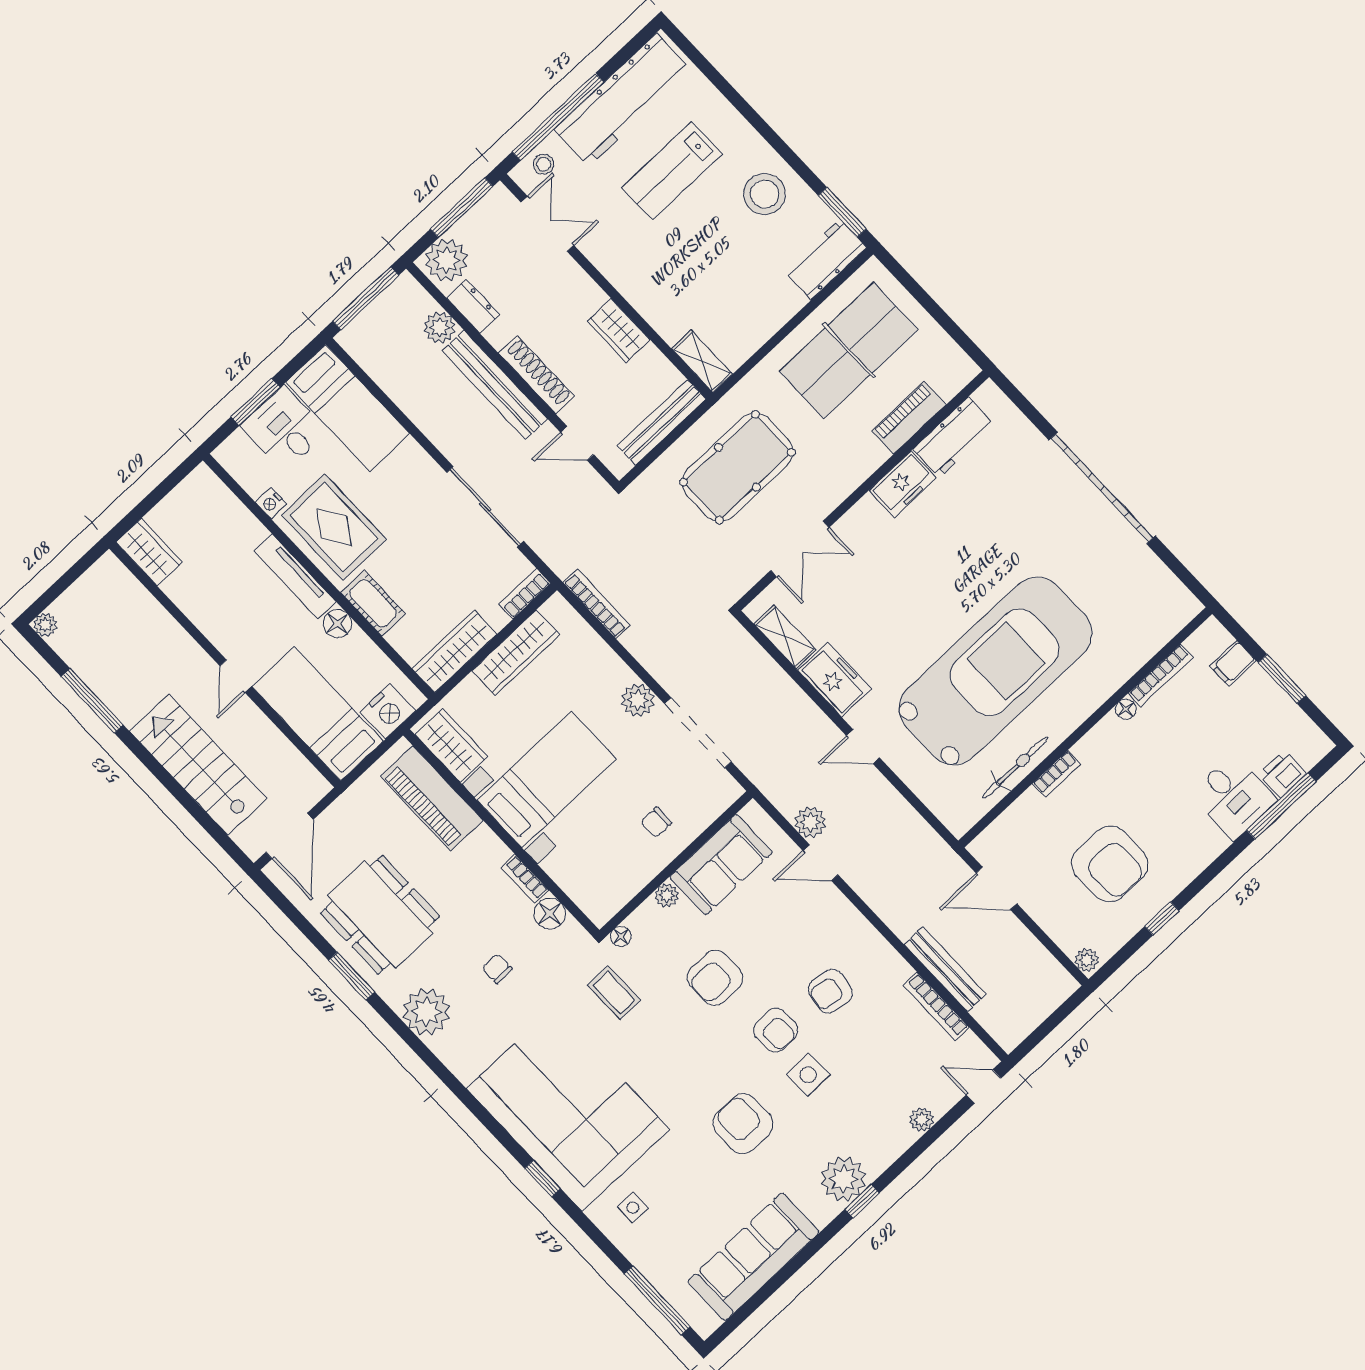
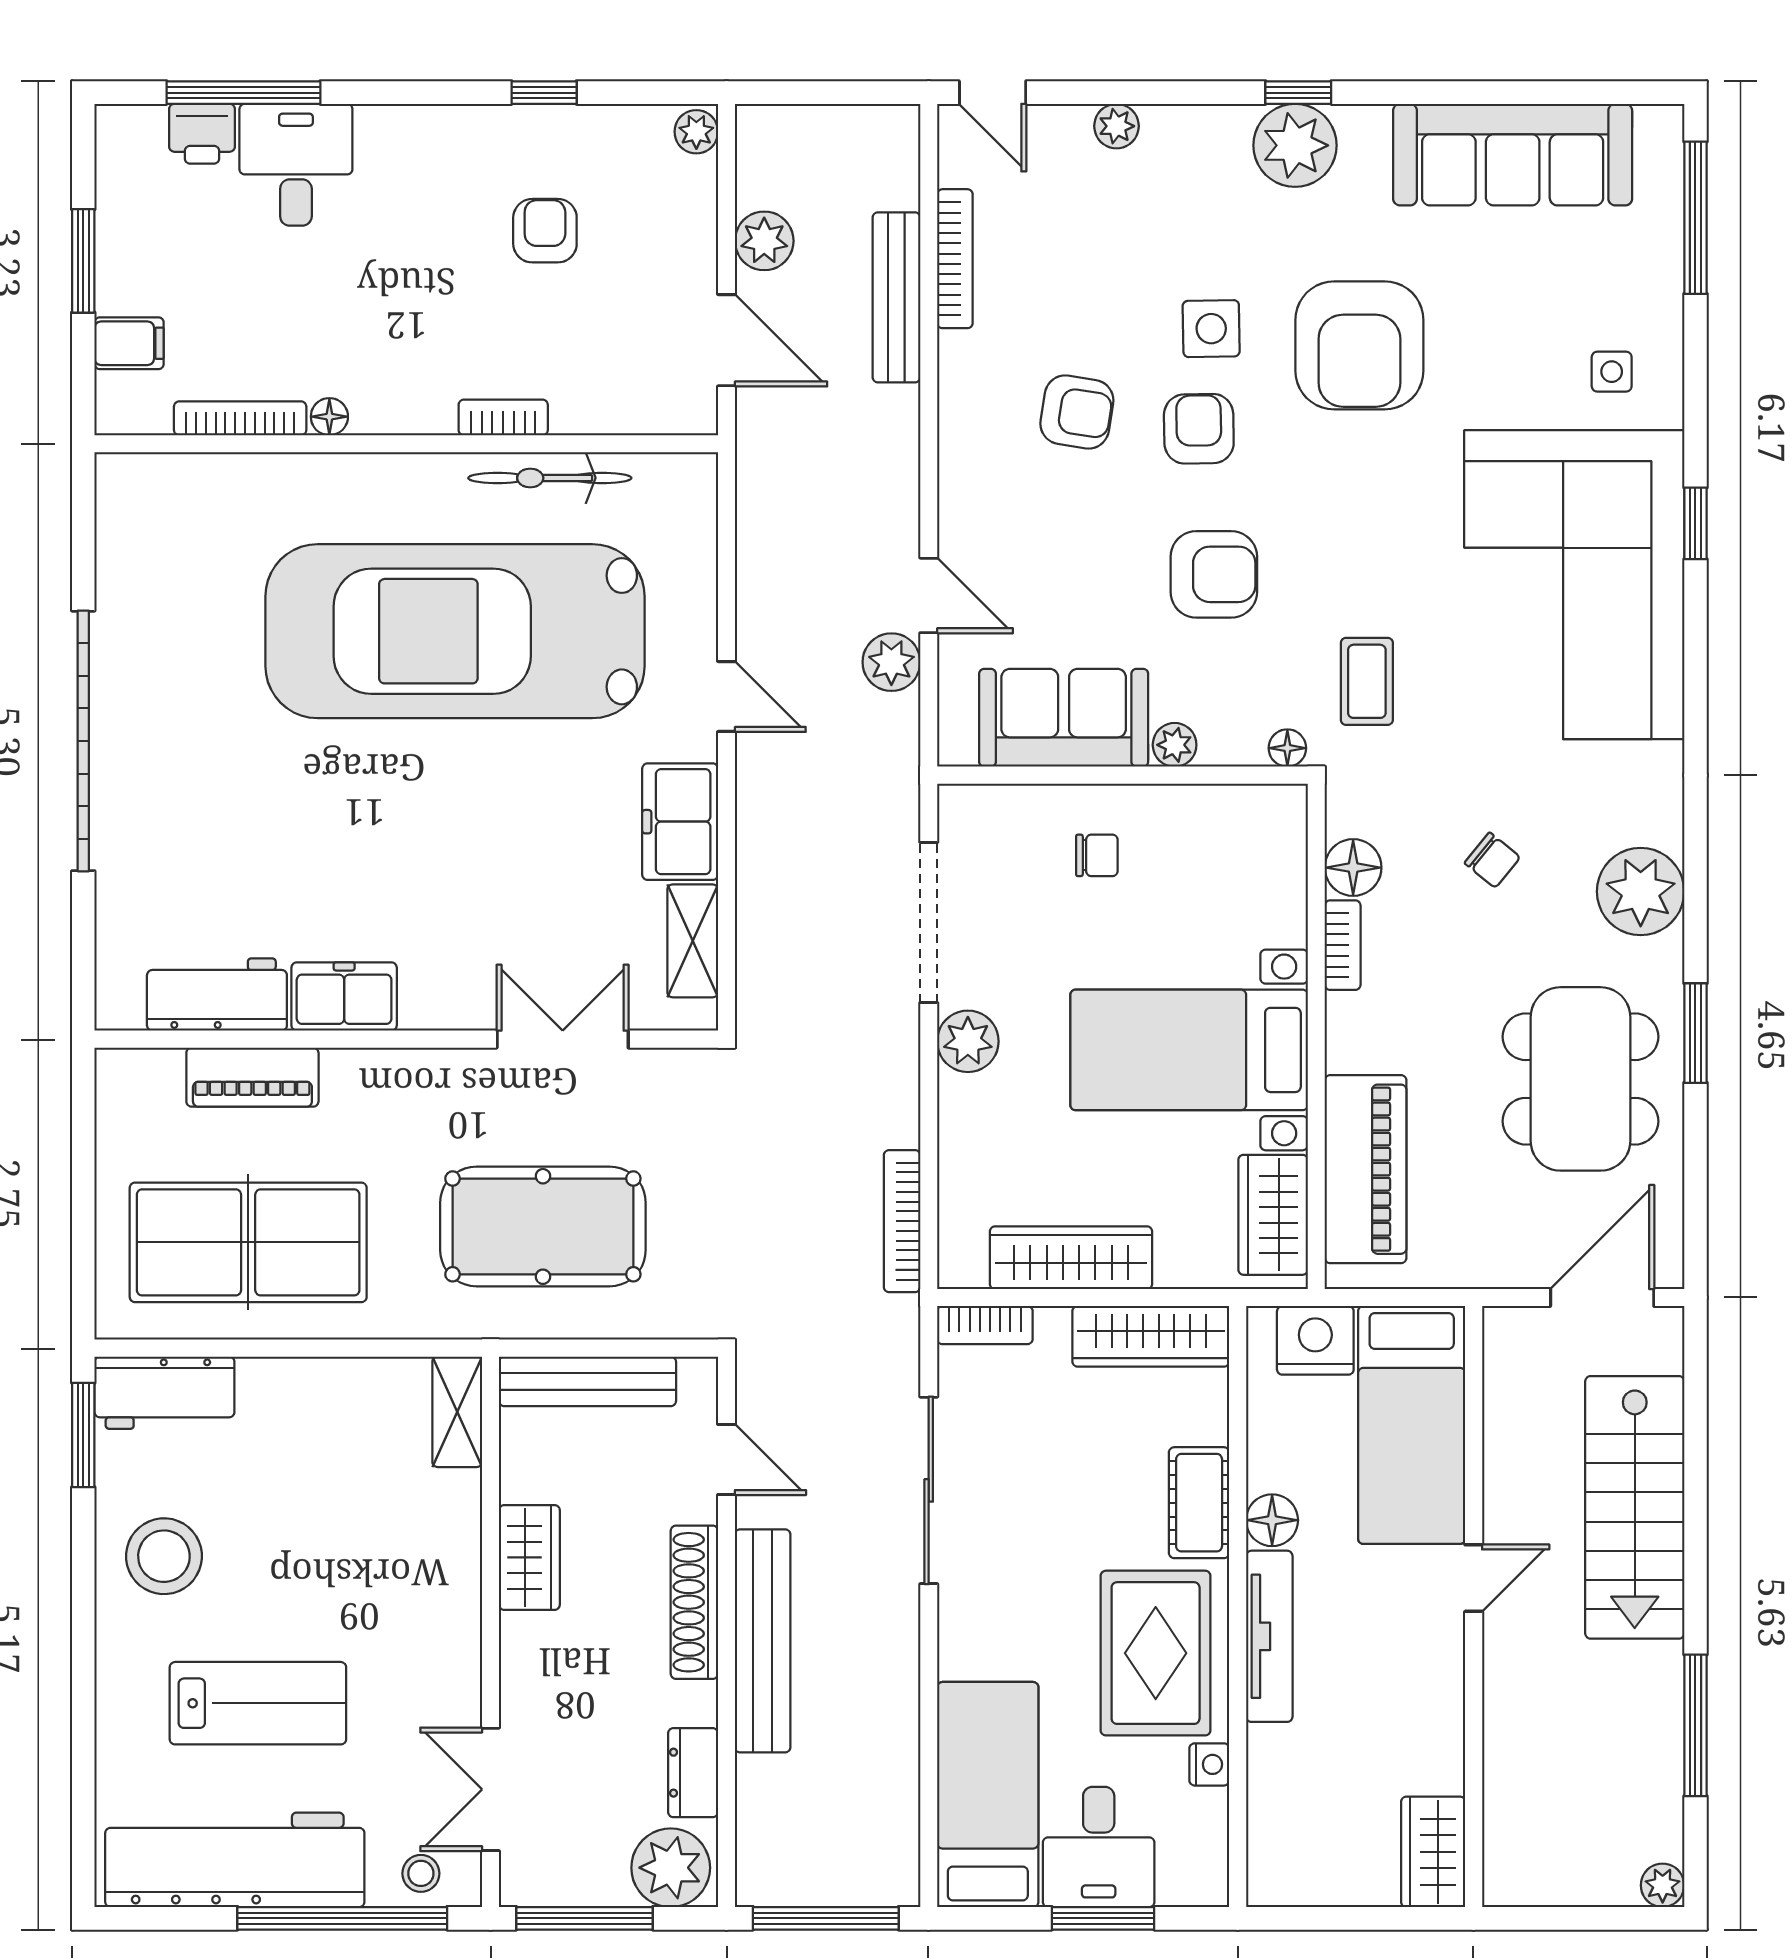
plant: (440, 328) -> (764, 241), moved
armchair: (1110, 864) -> (545, 231), width x0.53, depth x0.53
chair: (497, 969) -> (1492, 860), turned -51
armchair: (743, 1124) -> (1359, 345), width x1.36, depth x1.36

